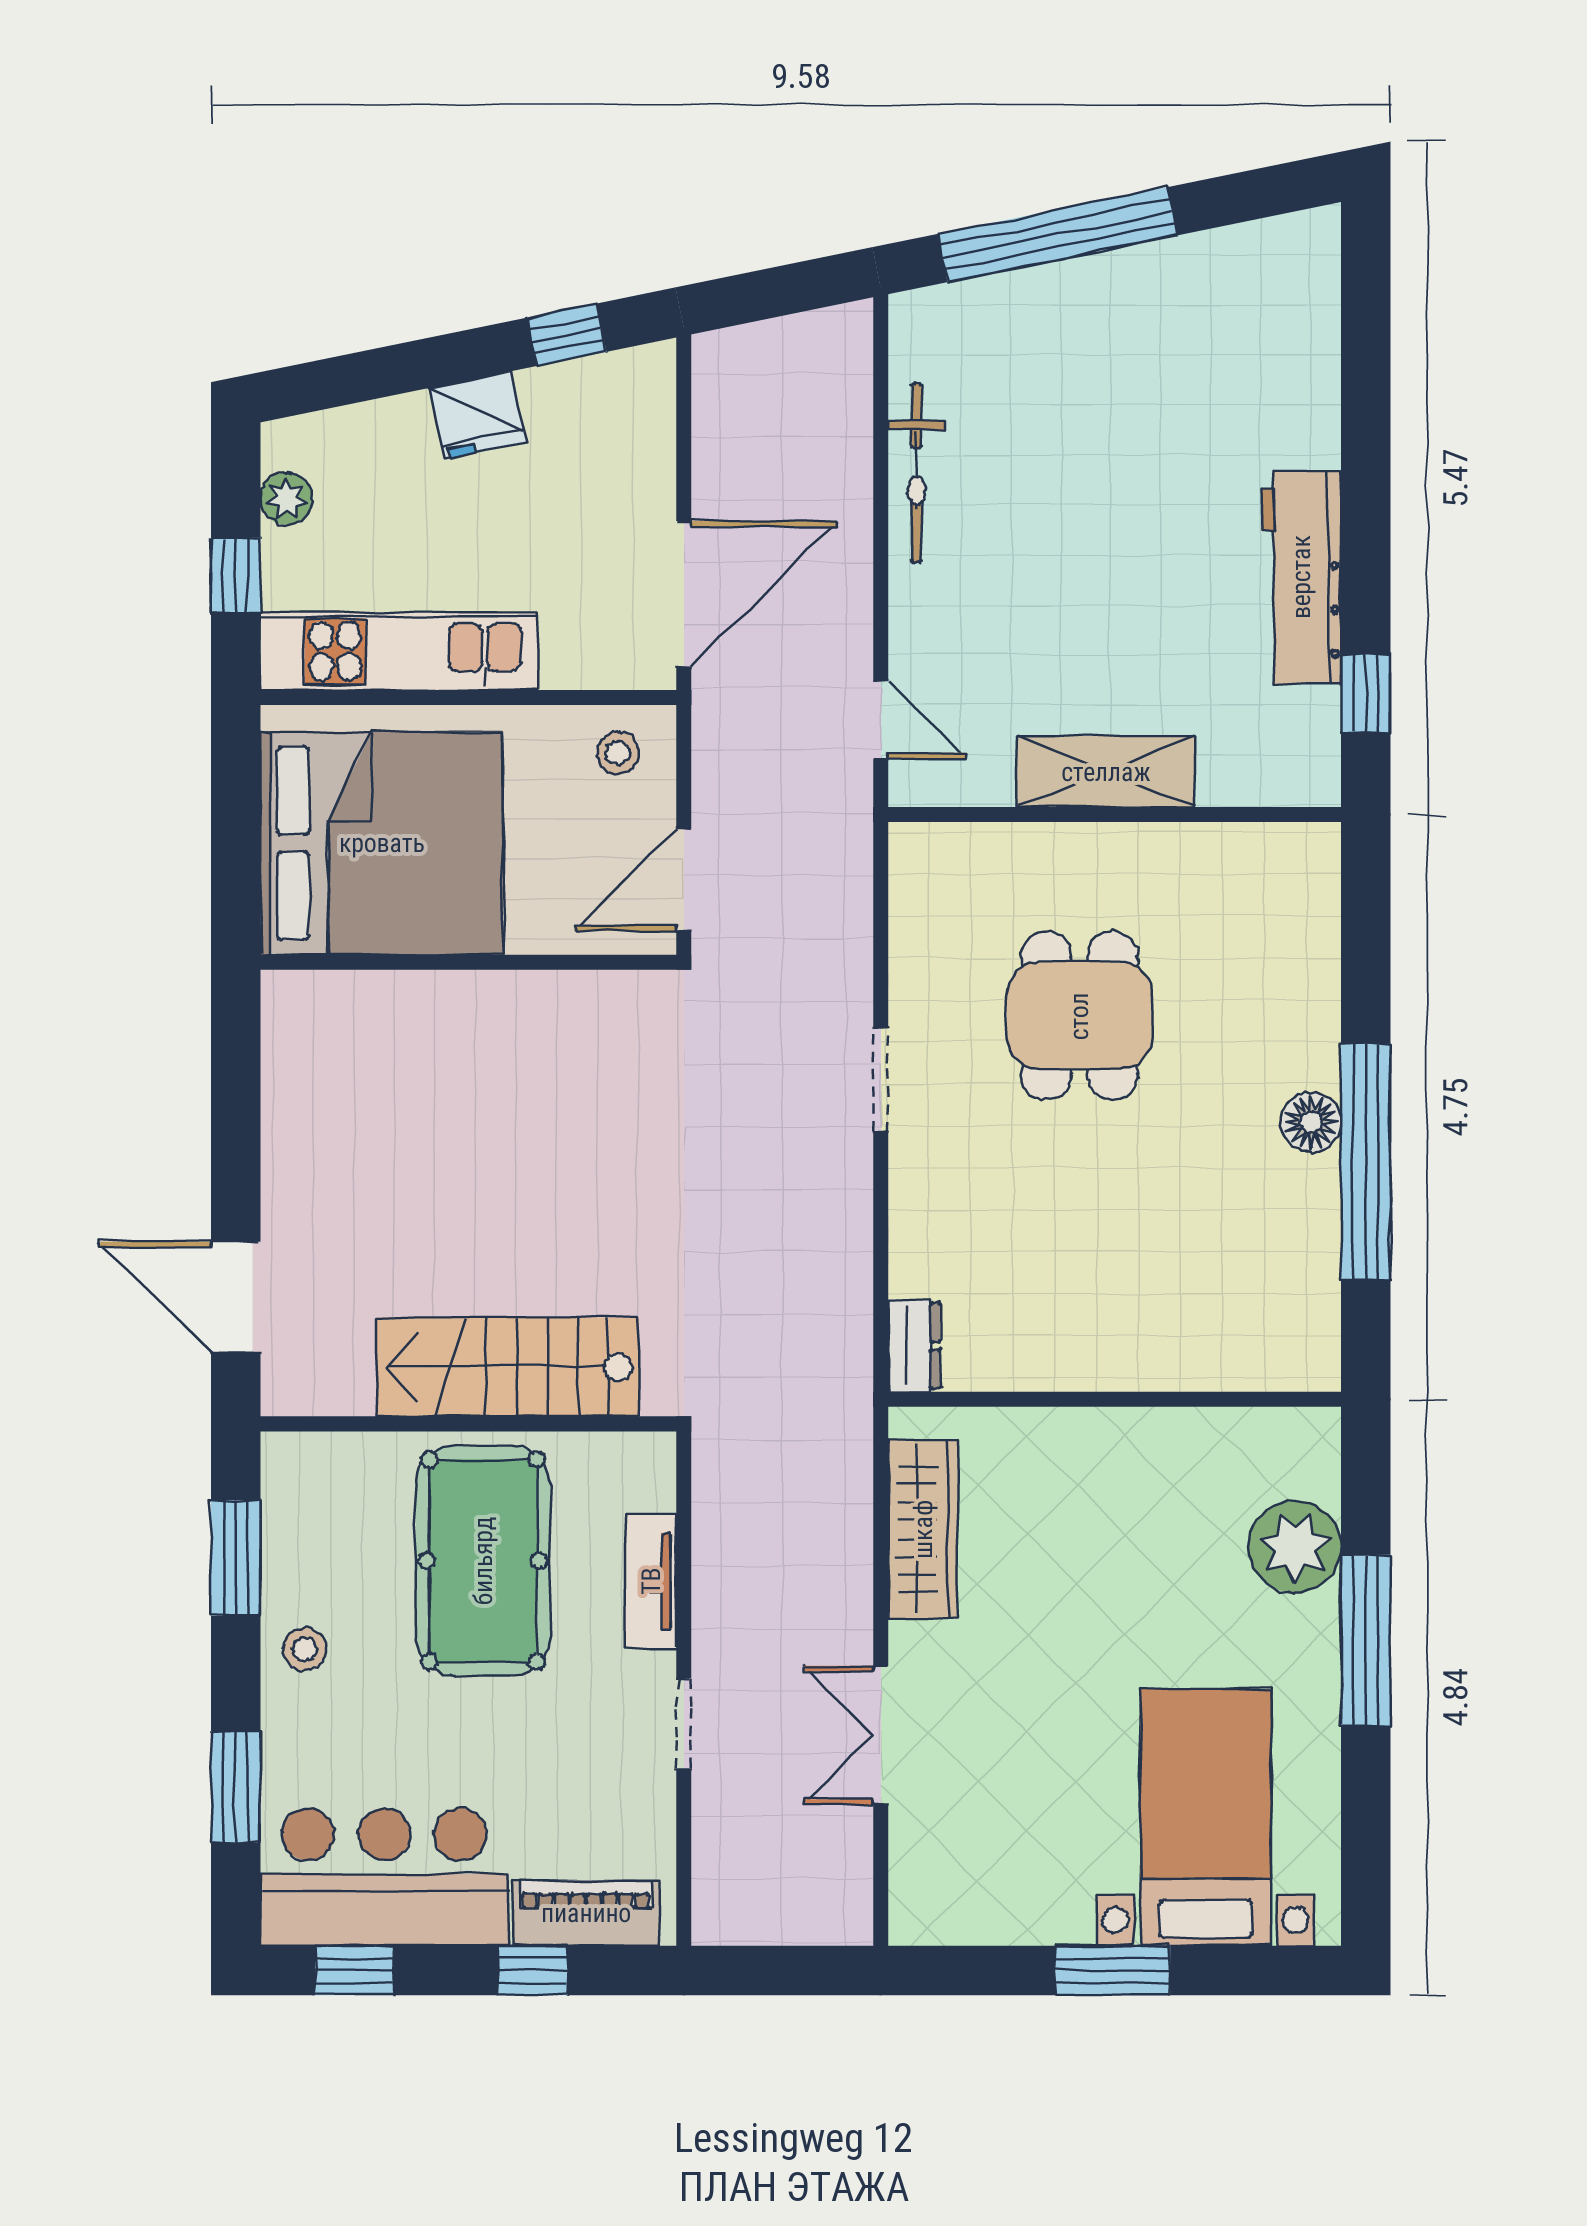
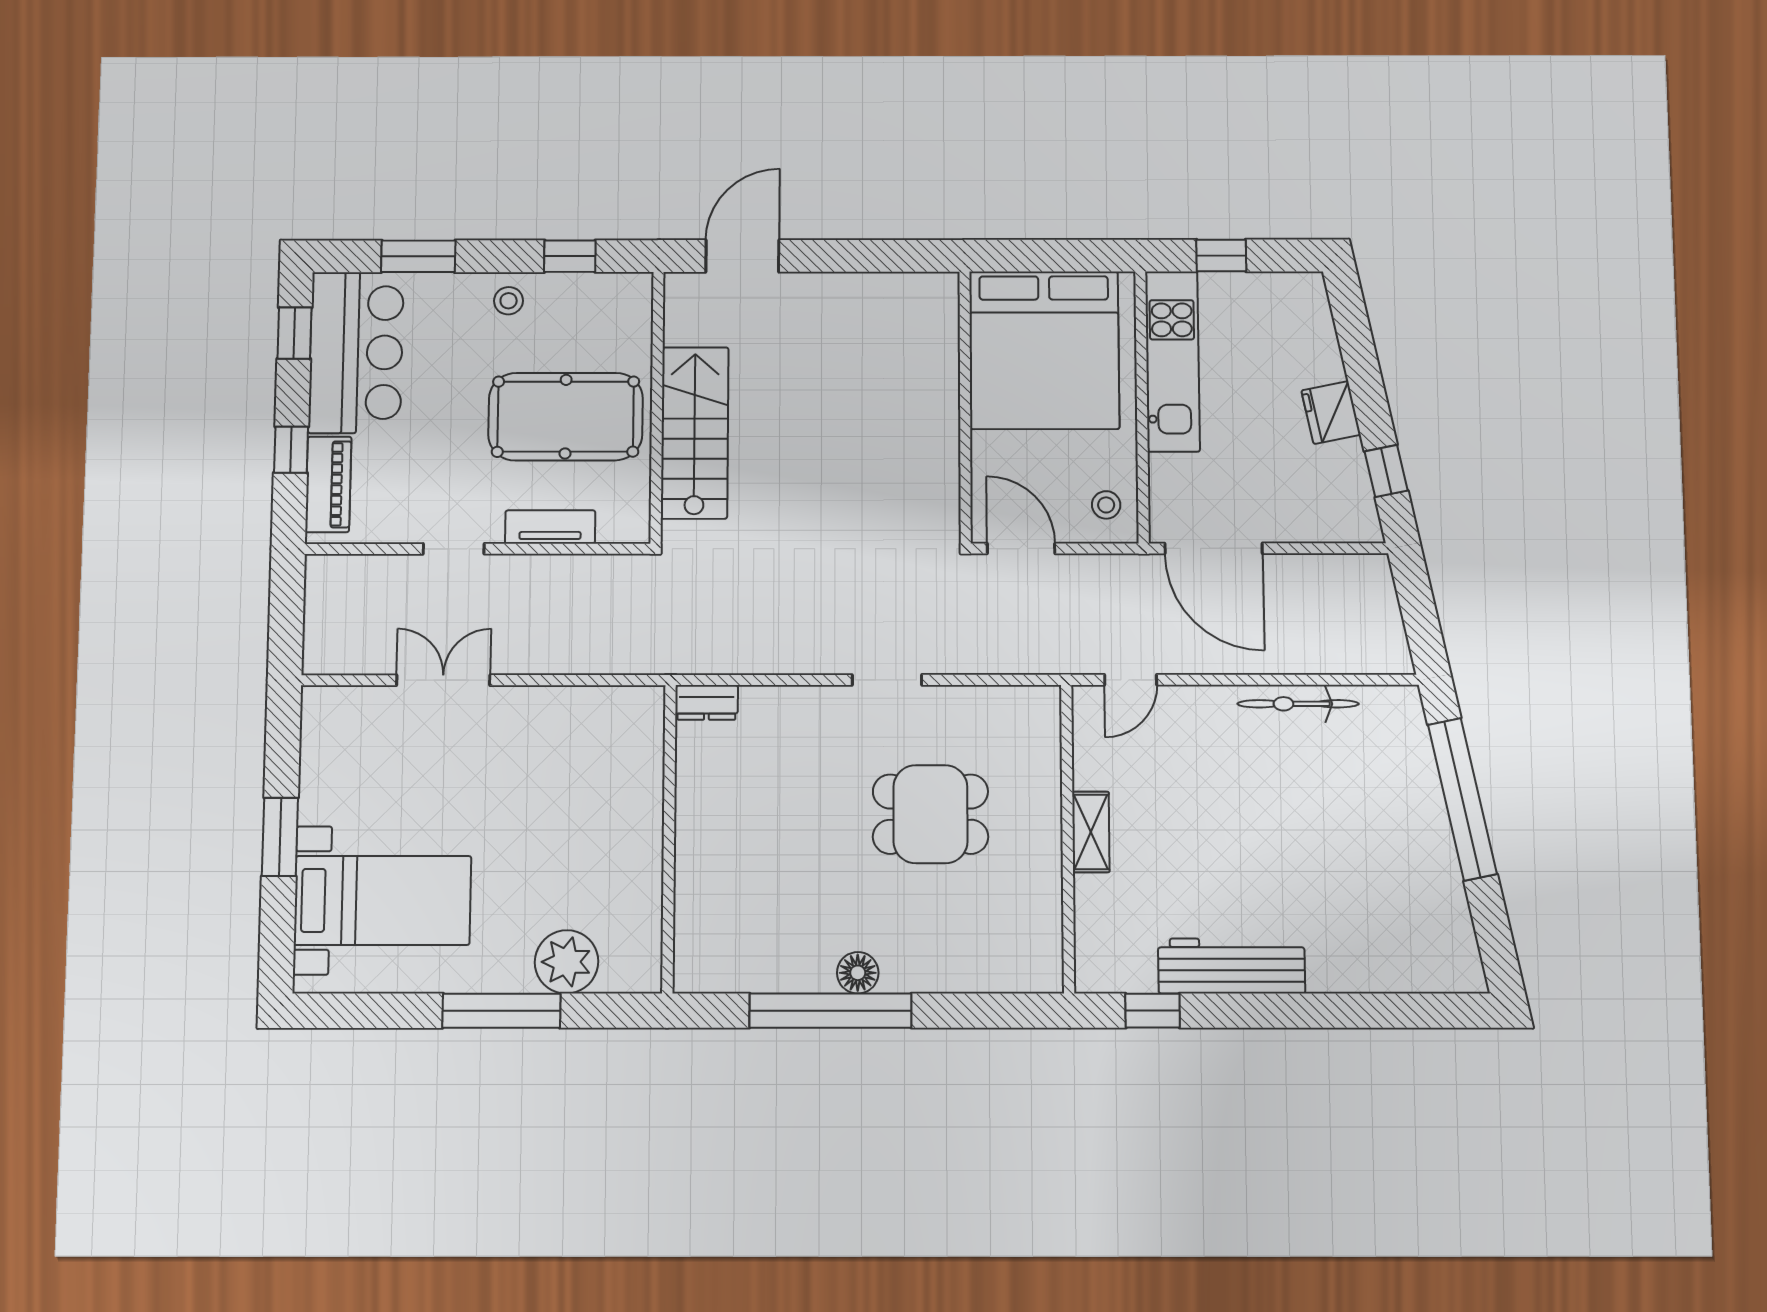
plant: (286, 499) -> (1273, 288), removed
shelving: (1106, 772) -> (1091, 832), width x0.67, depth x0.75
wardrobe: (923, 1529) -> (582, 708), removed
window: (236, 1558) -> (570, 256), width x0.67

